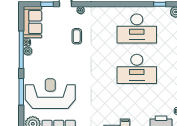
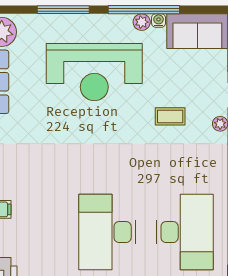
desk: (137, 29) -> (185, 232), turned 180
reception desk: (50, 94) -> (94, 72), moved, turned 90

